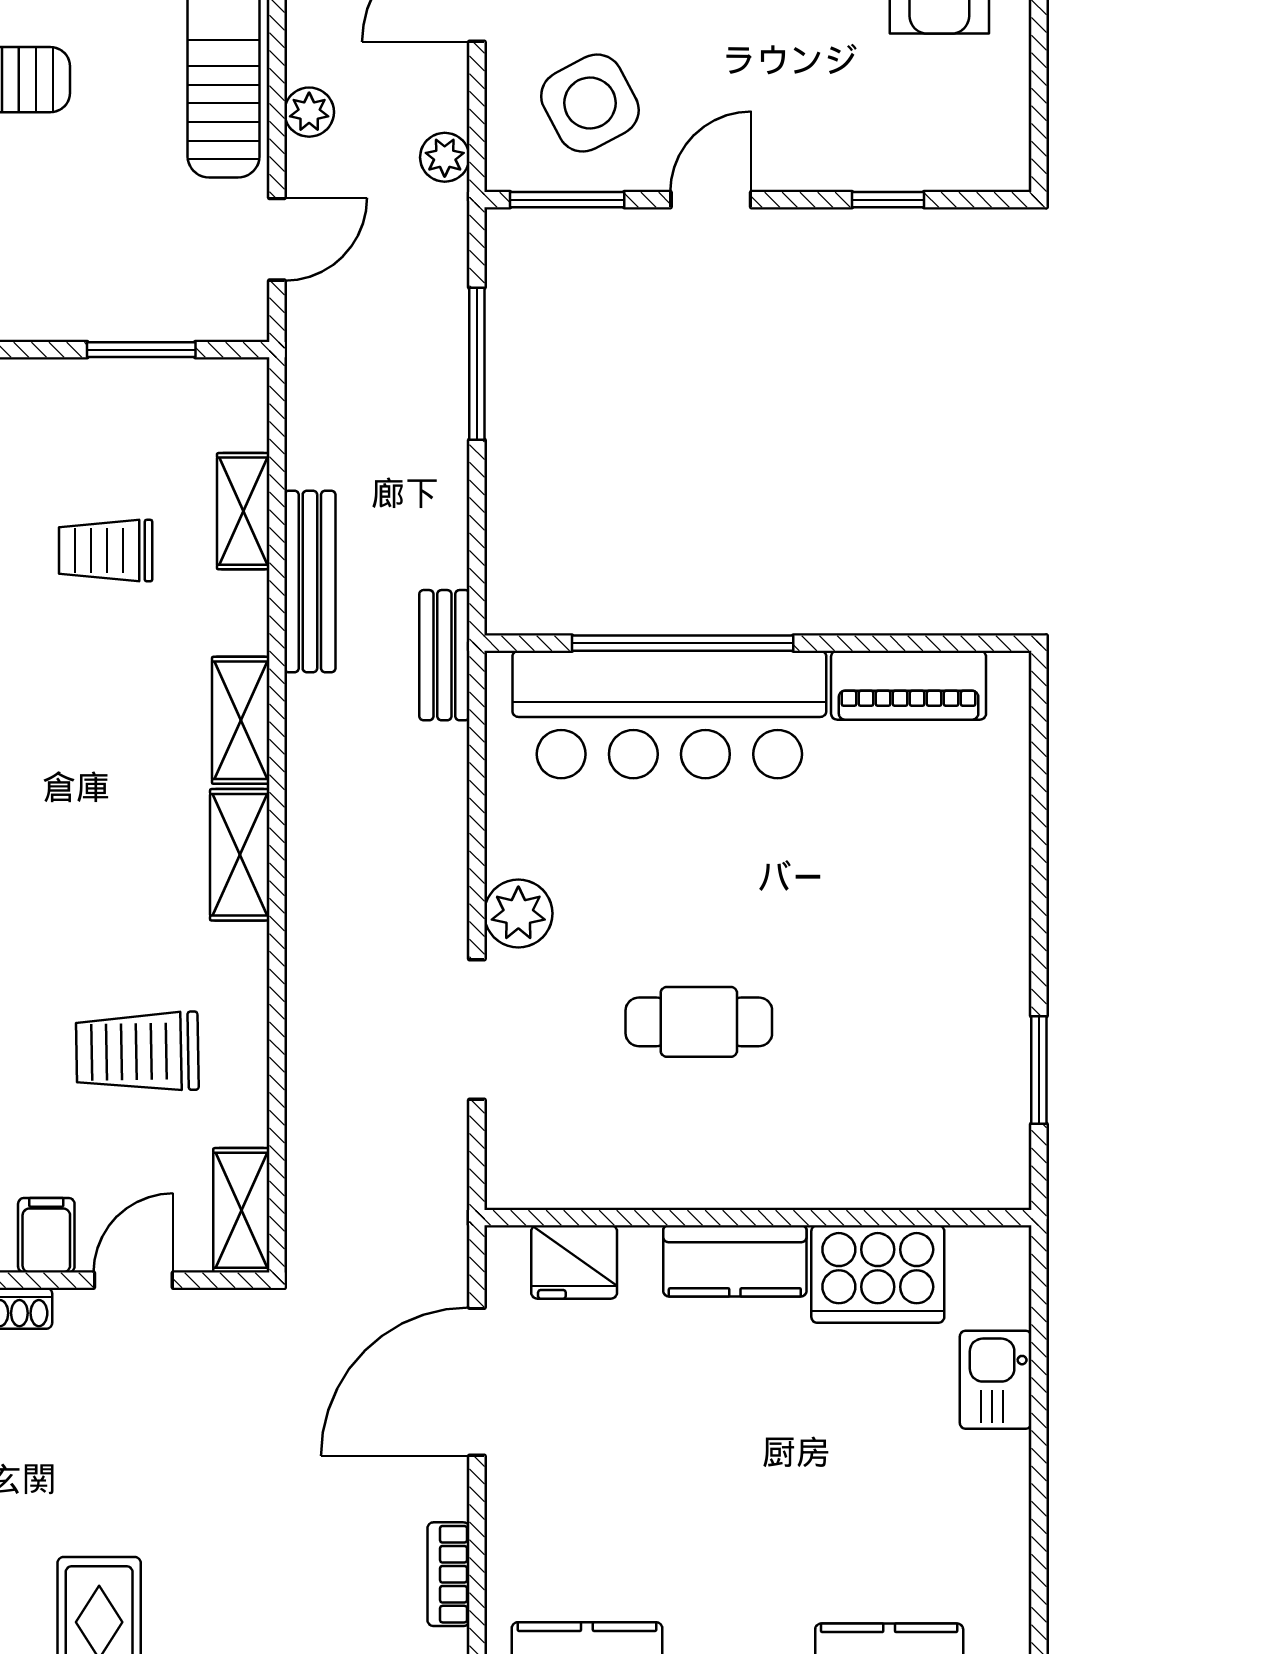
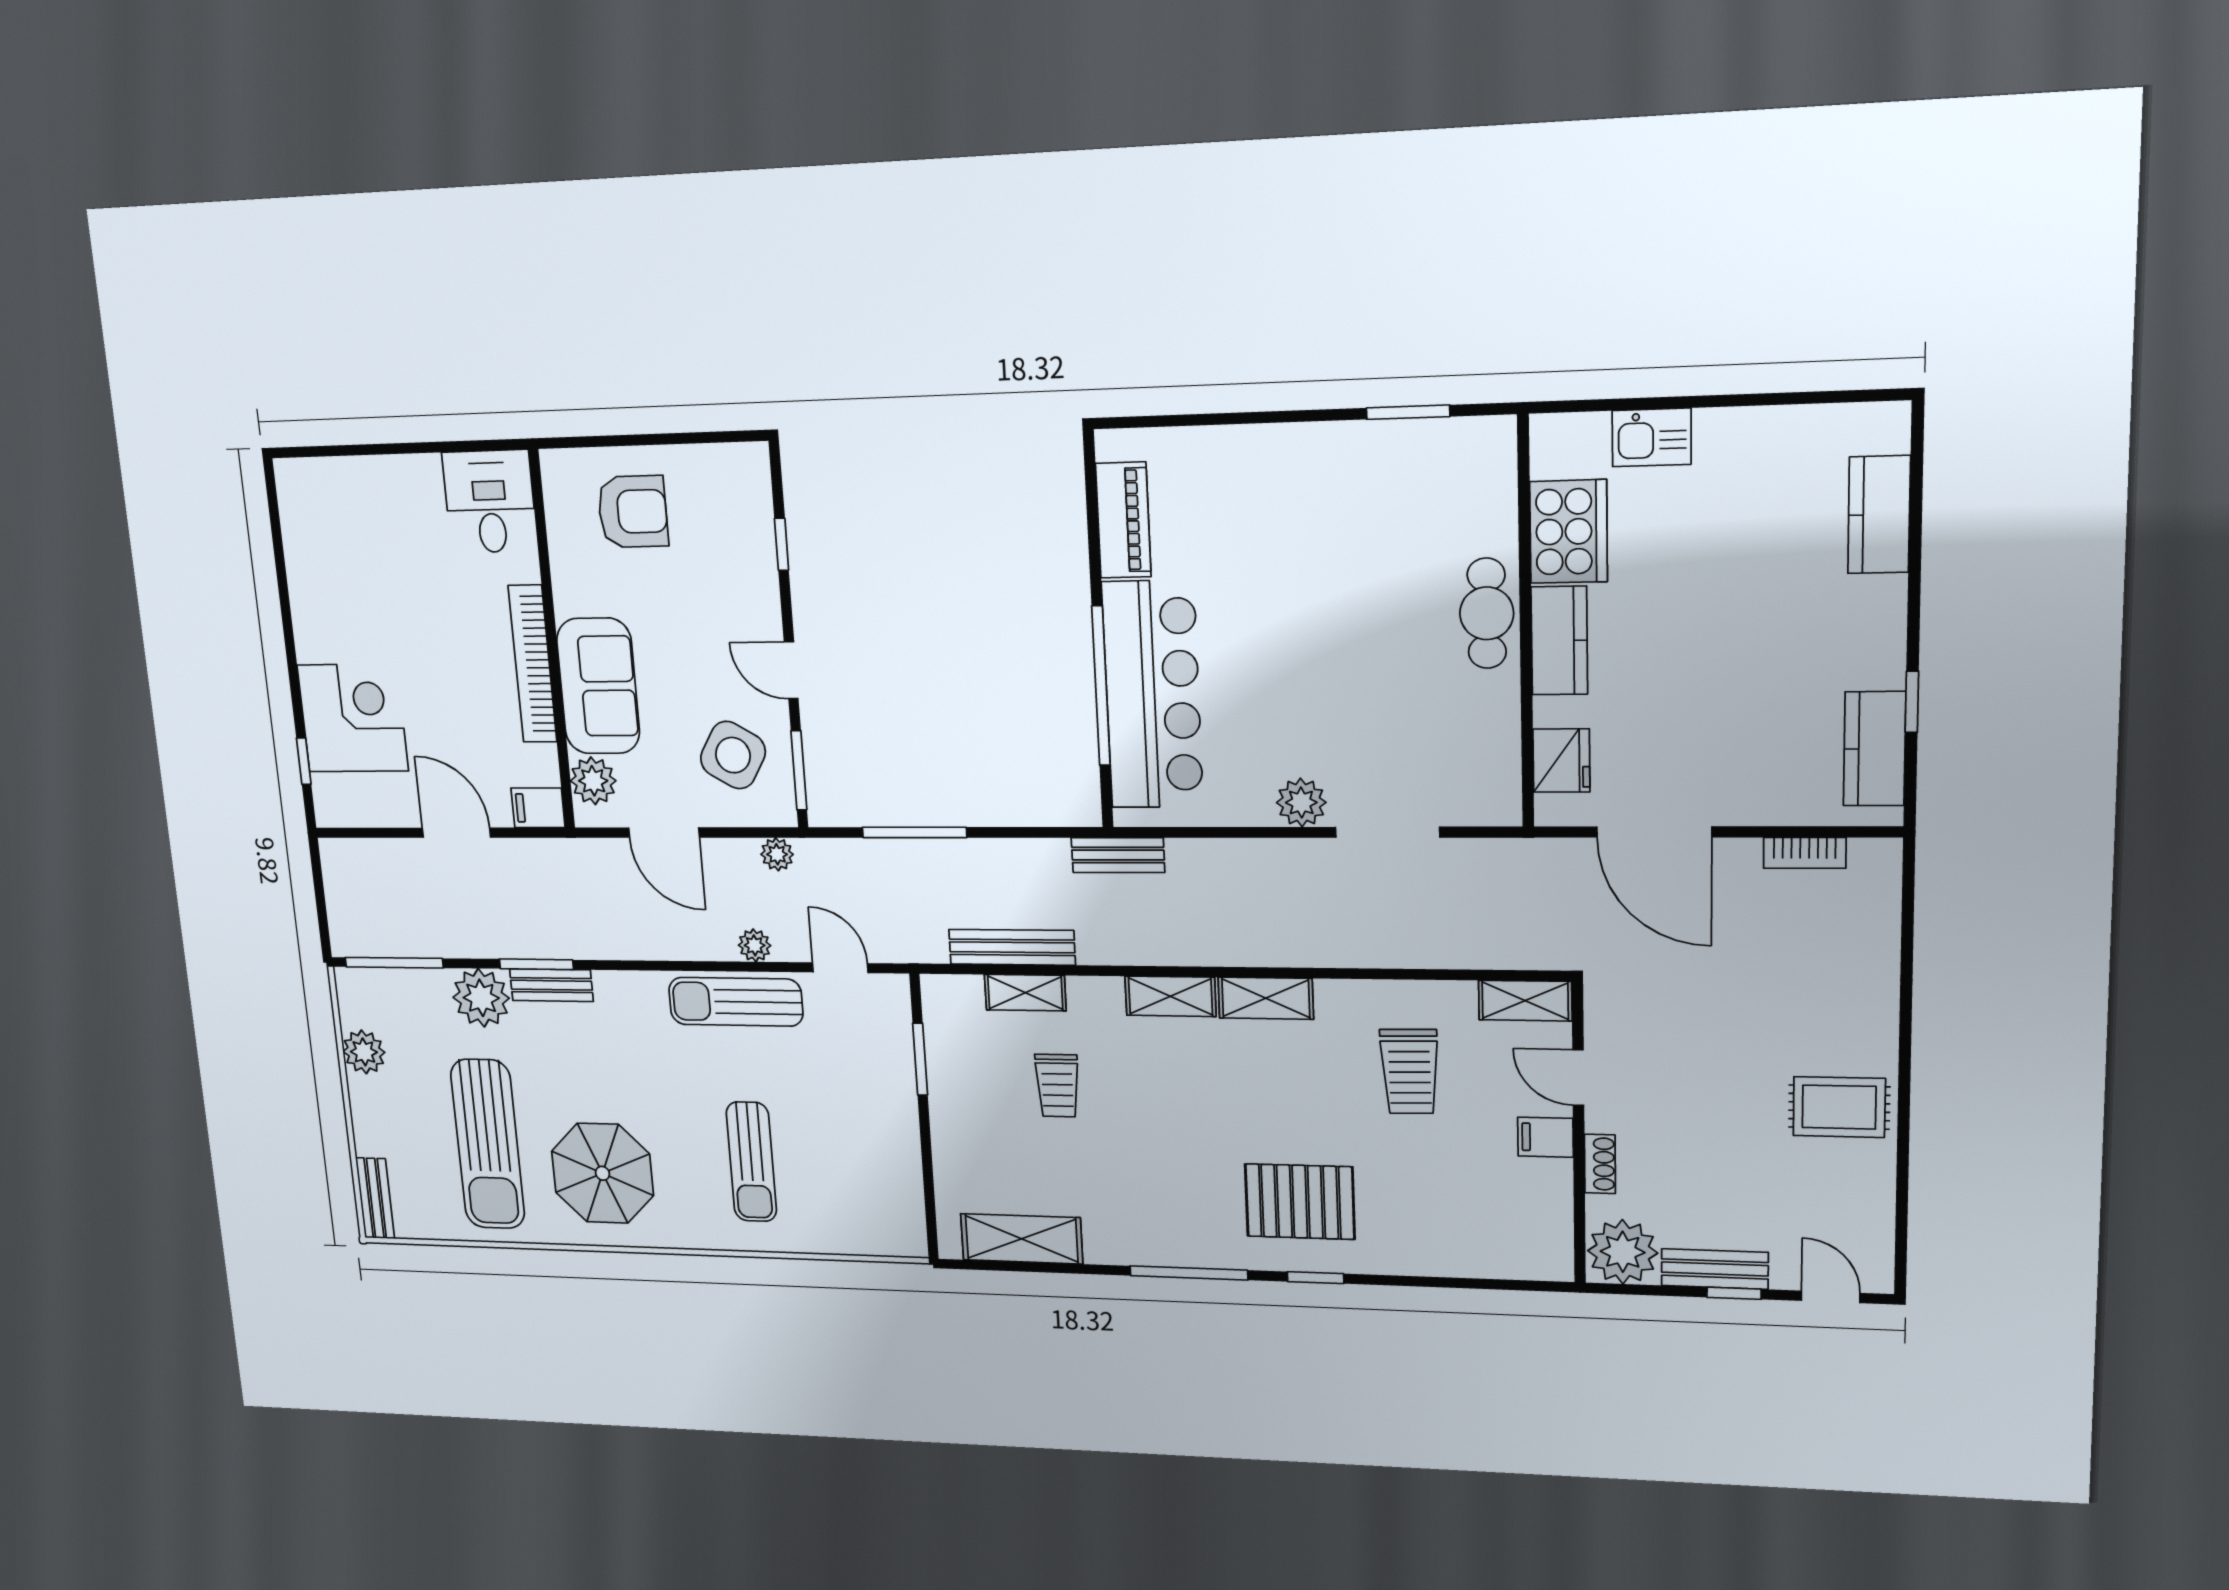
side table: (590, 103) -> (733, 755), turned -32
bench: (310, 582) -> (1012, 947), moved
cafe table: (699, 1022) -> (1487, 613), moved

